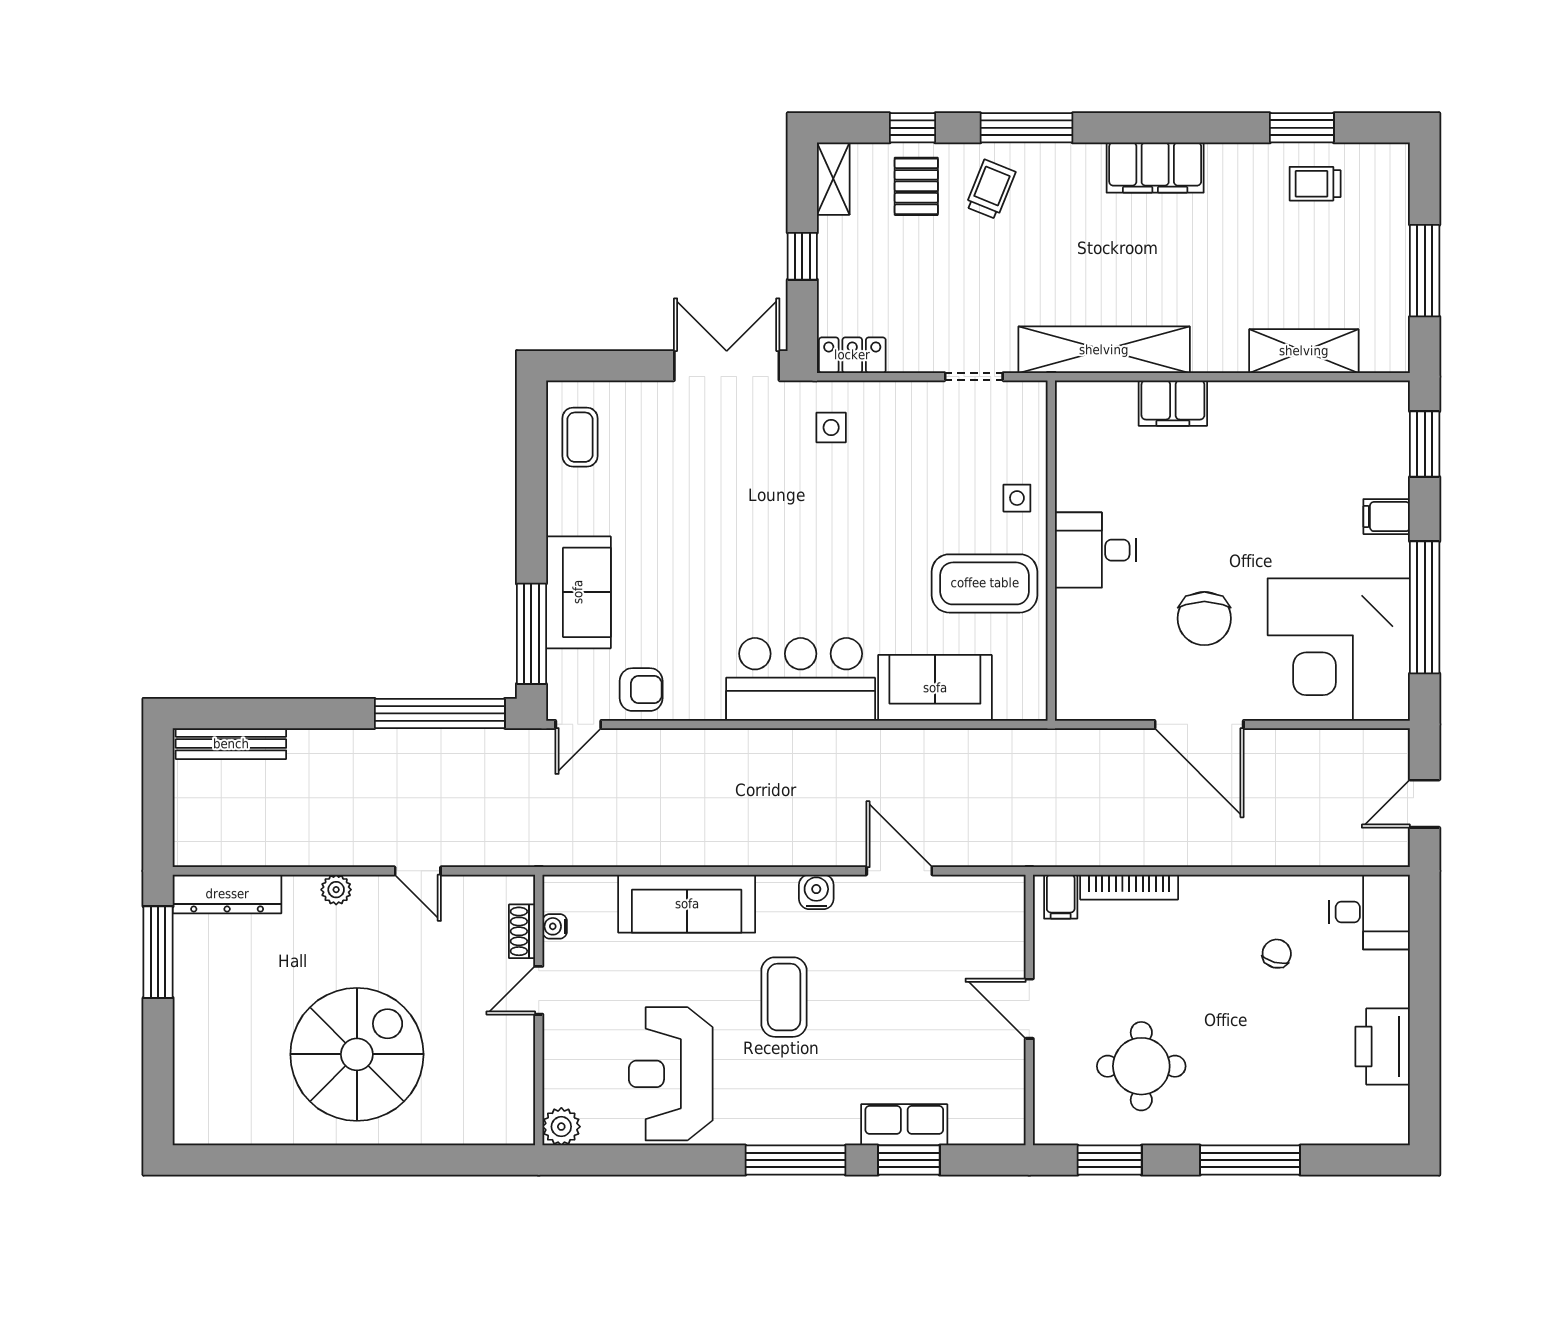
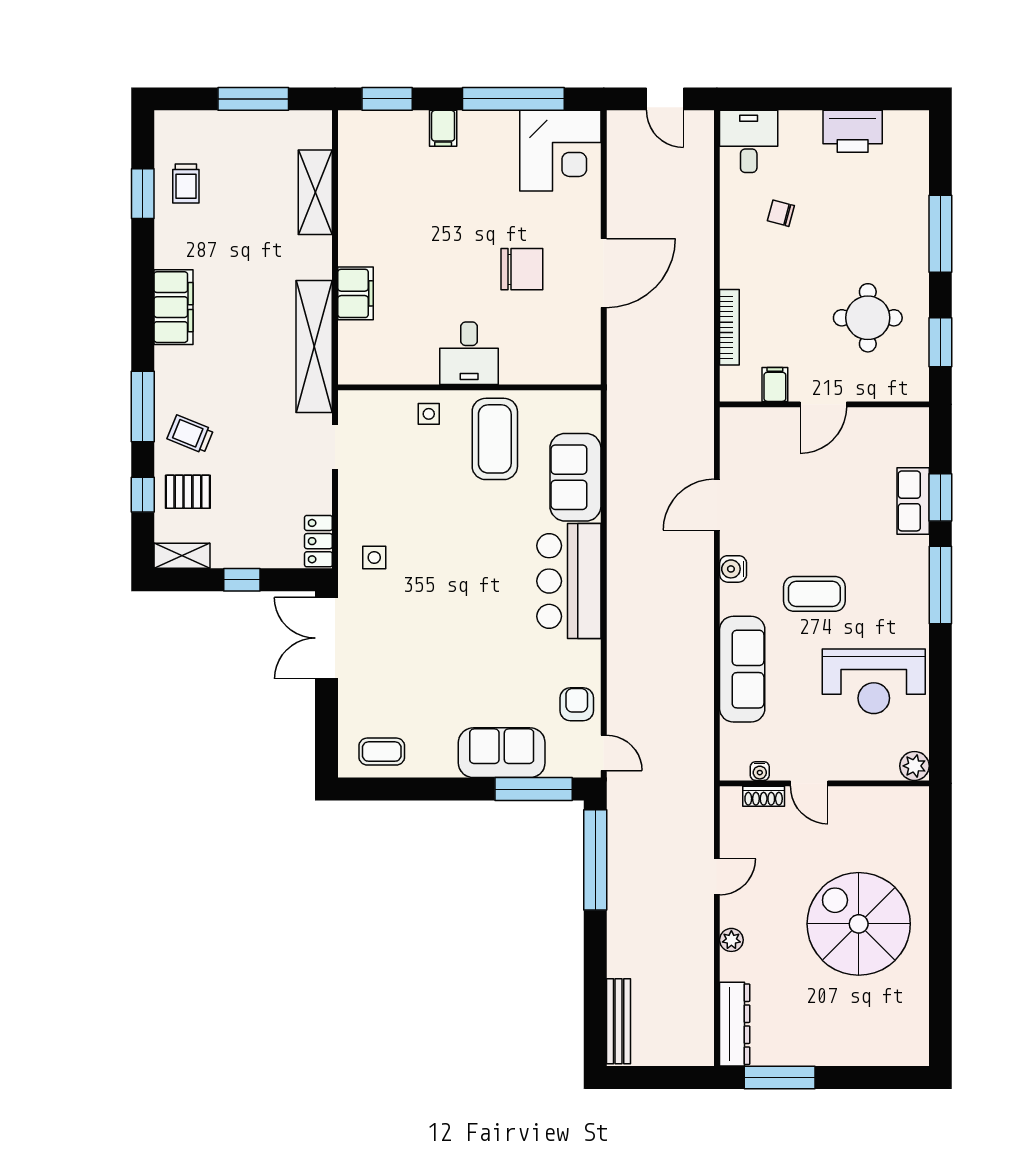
corner desk: (1339, 650) -> (560, 151), width x0.74, depth x0.74
filing cabinet: (1061, 897) -> (775, 384), moved, turned -90

